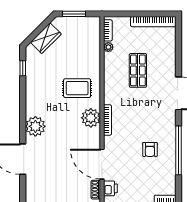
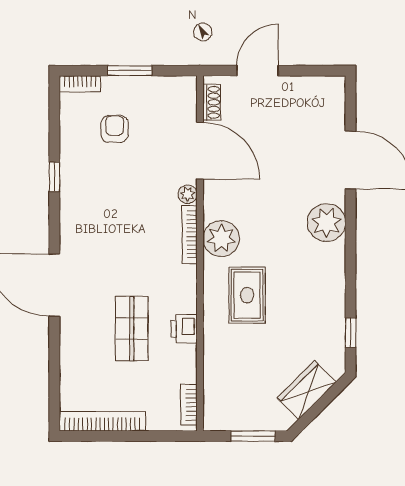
plant: (108, 47) -> (188, 194), moved
rug: (77, 88) -> (247, 295), turned 90
armchair: (150, 149) -> (115, 129), moved
window: (179, 150) -> (54, 177), width x0.32
printer: (110, 188) -> (184, 329), moved

